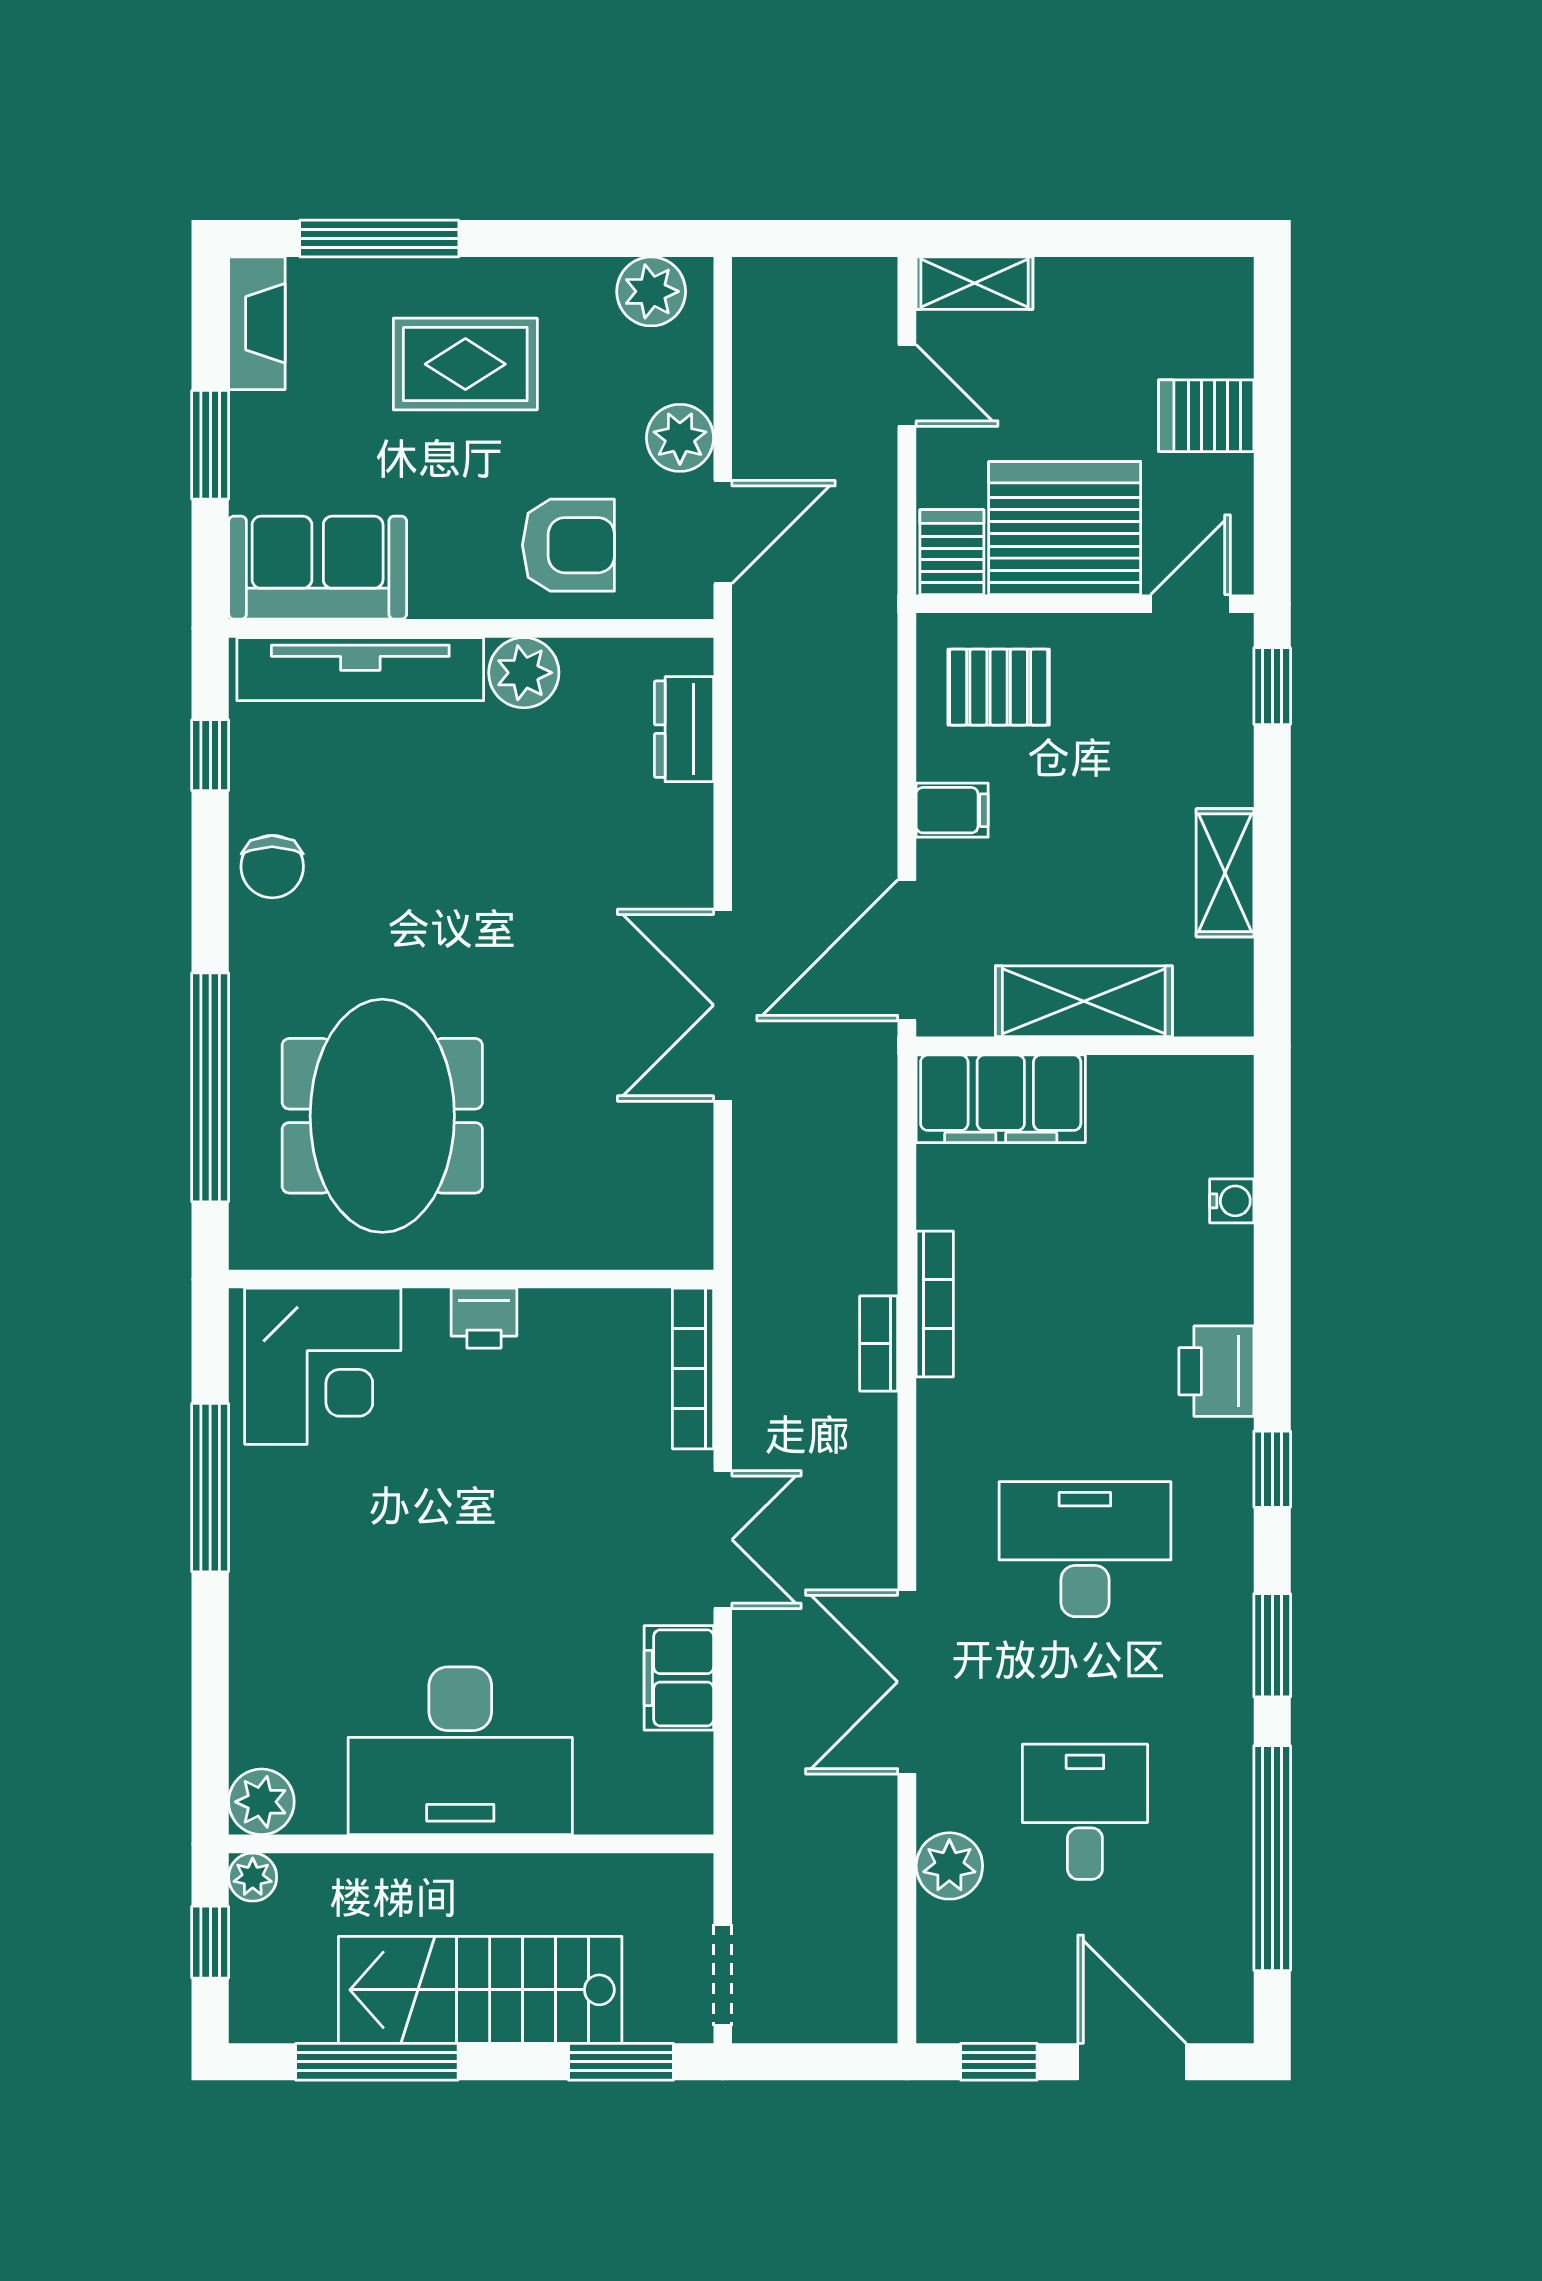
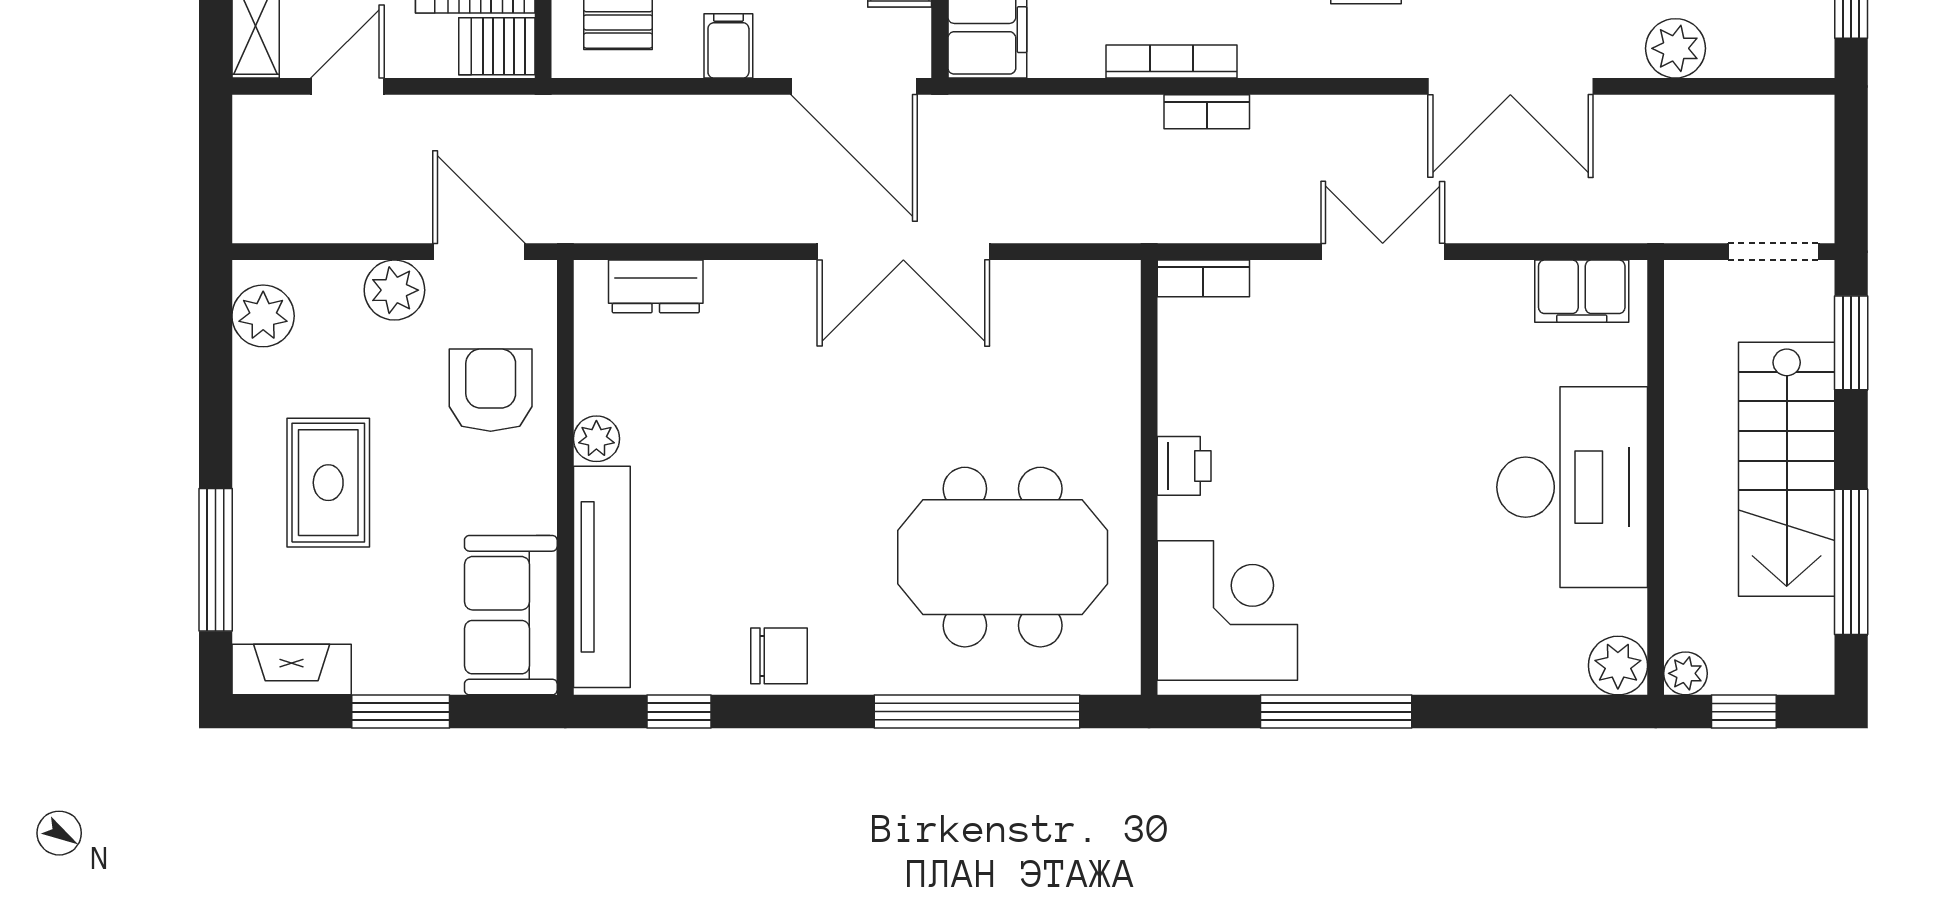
plant: (524, 673) -> (596, 439), width x0.73, depth x0.73
bookcase: (693, 1369) -> (1203, 278), width x0.64
filing cabinet: (679, 1678) -> (1582, 291), moved

